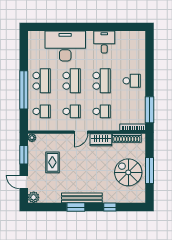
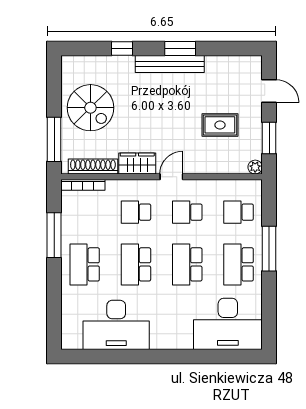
desk: (104, 42) -> (116, 325), width x1.87, depth x1.30
desk: (65, 46) -> (228, 324), moved
school desk: (132, 81) -> (85, 264), width x1.85
window: (24, 90) -> (269, 249), width x0.68
window: (150, 110) -> (54, 235), moved
rug: (52, 162) -> (220, 125), turned 90
window: (150, 170) -> (54, 139), moved
plant: (34, 197) -> (252, 65), removed

